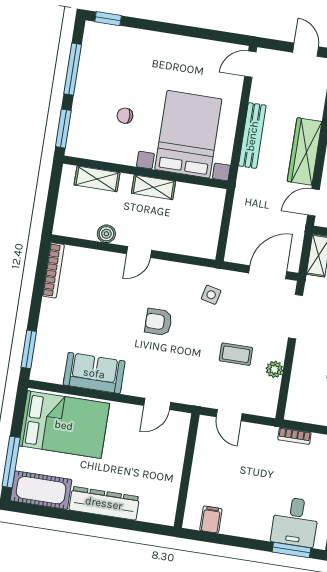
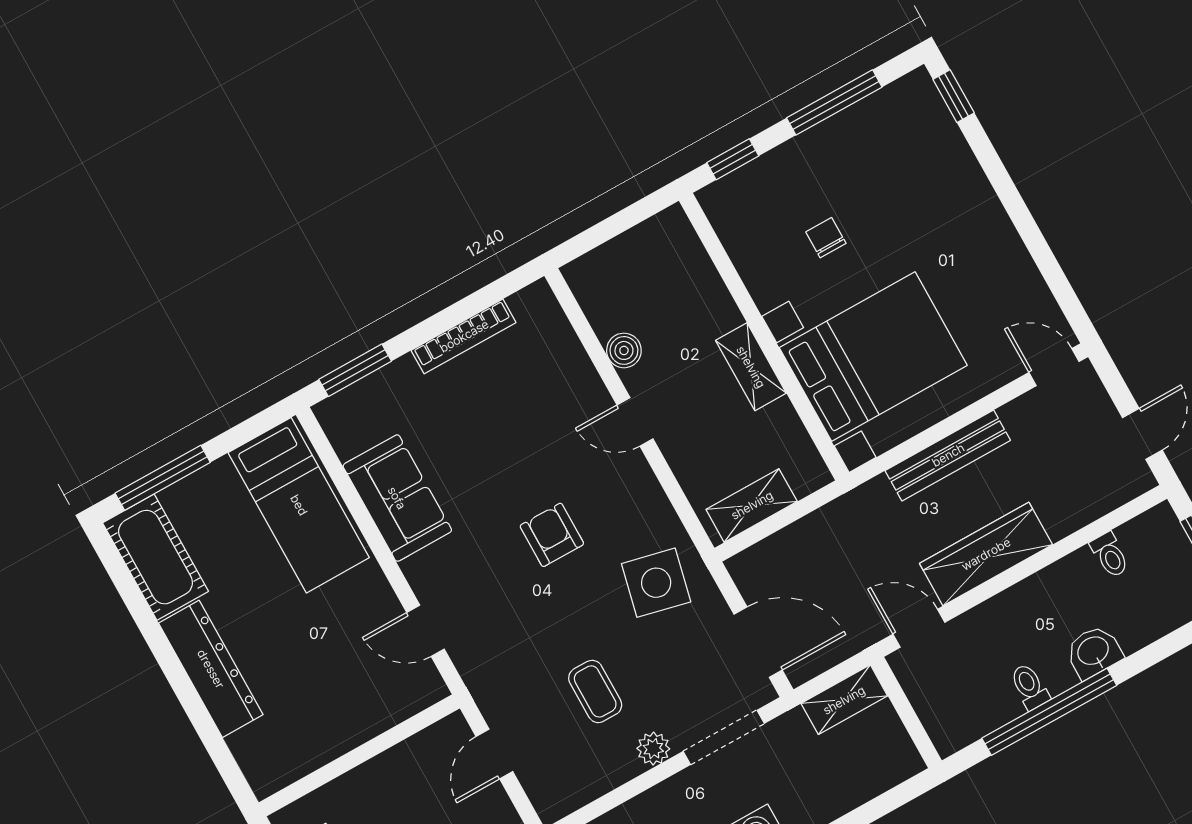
window: (63, 129) -> (733, 159), width x0.67
shelving: (97, 179) -> (752, 505), moved, turned 90
bookcase: (53, 270) -> (464, 336), moved
side table: (211, 295) -> (656, 583), width x1.87, depth x1.87
plant: (274, 369) -> (653, 749), moved
bed: (64, 425) -> (299, 505), width x0.67

